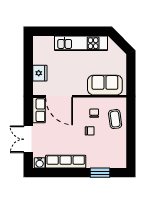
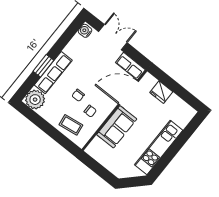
sofa: (105, 85) -> (117, 127), moved
plant: (117, 159) -> (35, 100), added
row of seats: (66, 162) -> (53, 73), moved
window: (100, 173) -> (43, 66), moved

